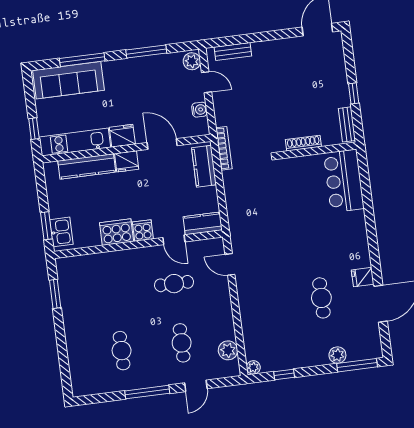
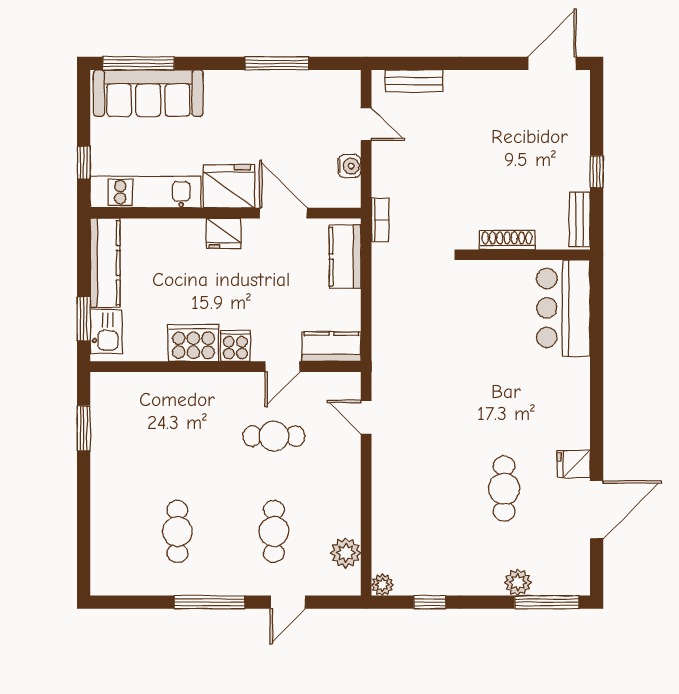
window: (82, 60) -> (139, 63), moved
plant: (192, 61) -> (347, 88), removed
fridge: (122, 136) -> (229, 186), width x1.36, depth x1.34
bookcase: (224, 148) -> (380, 220), width x0.64
kitchen counter: (87, 166) -> (105, 263), moved, turned -90
door: (174, 240) -> (282, 367), hinge flipped

